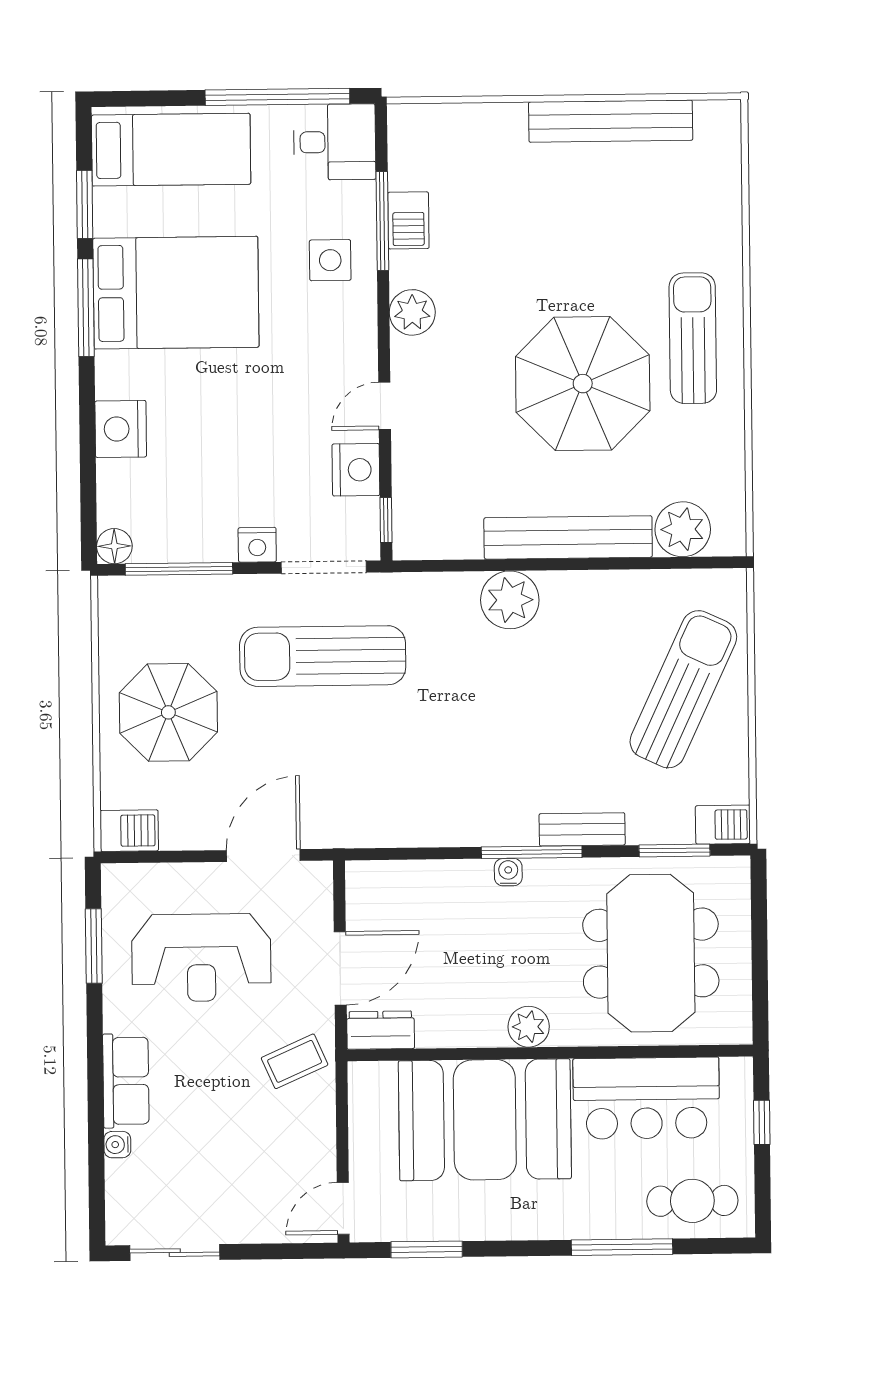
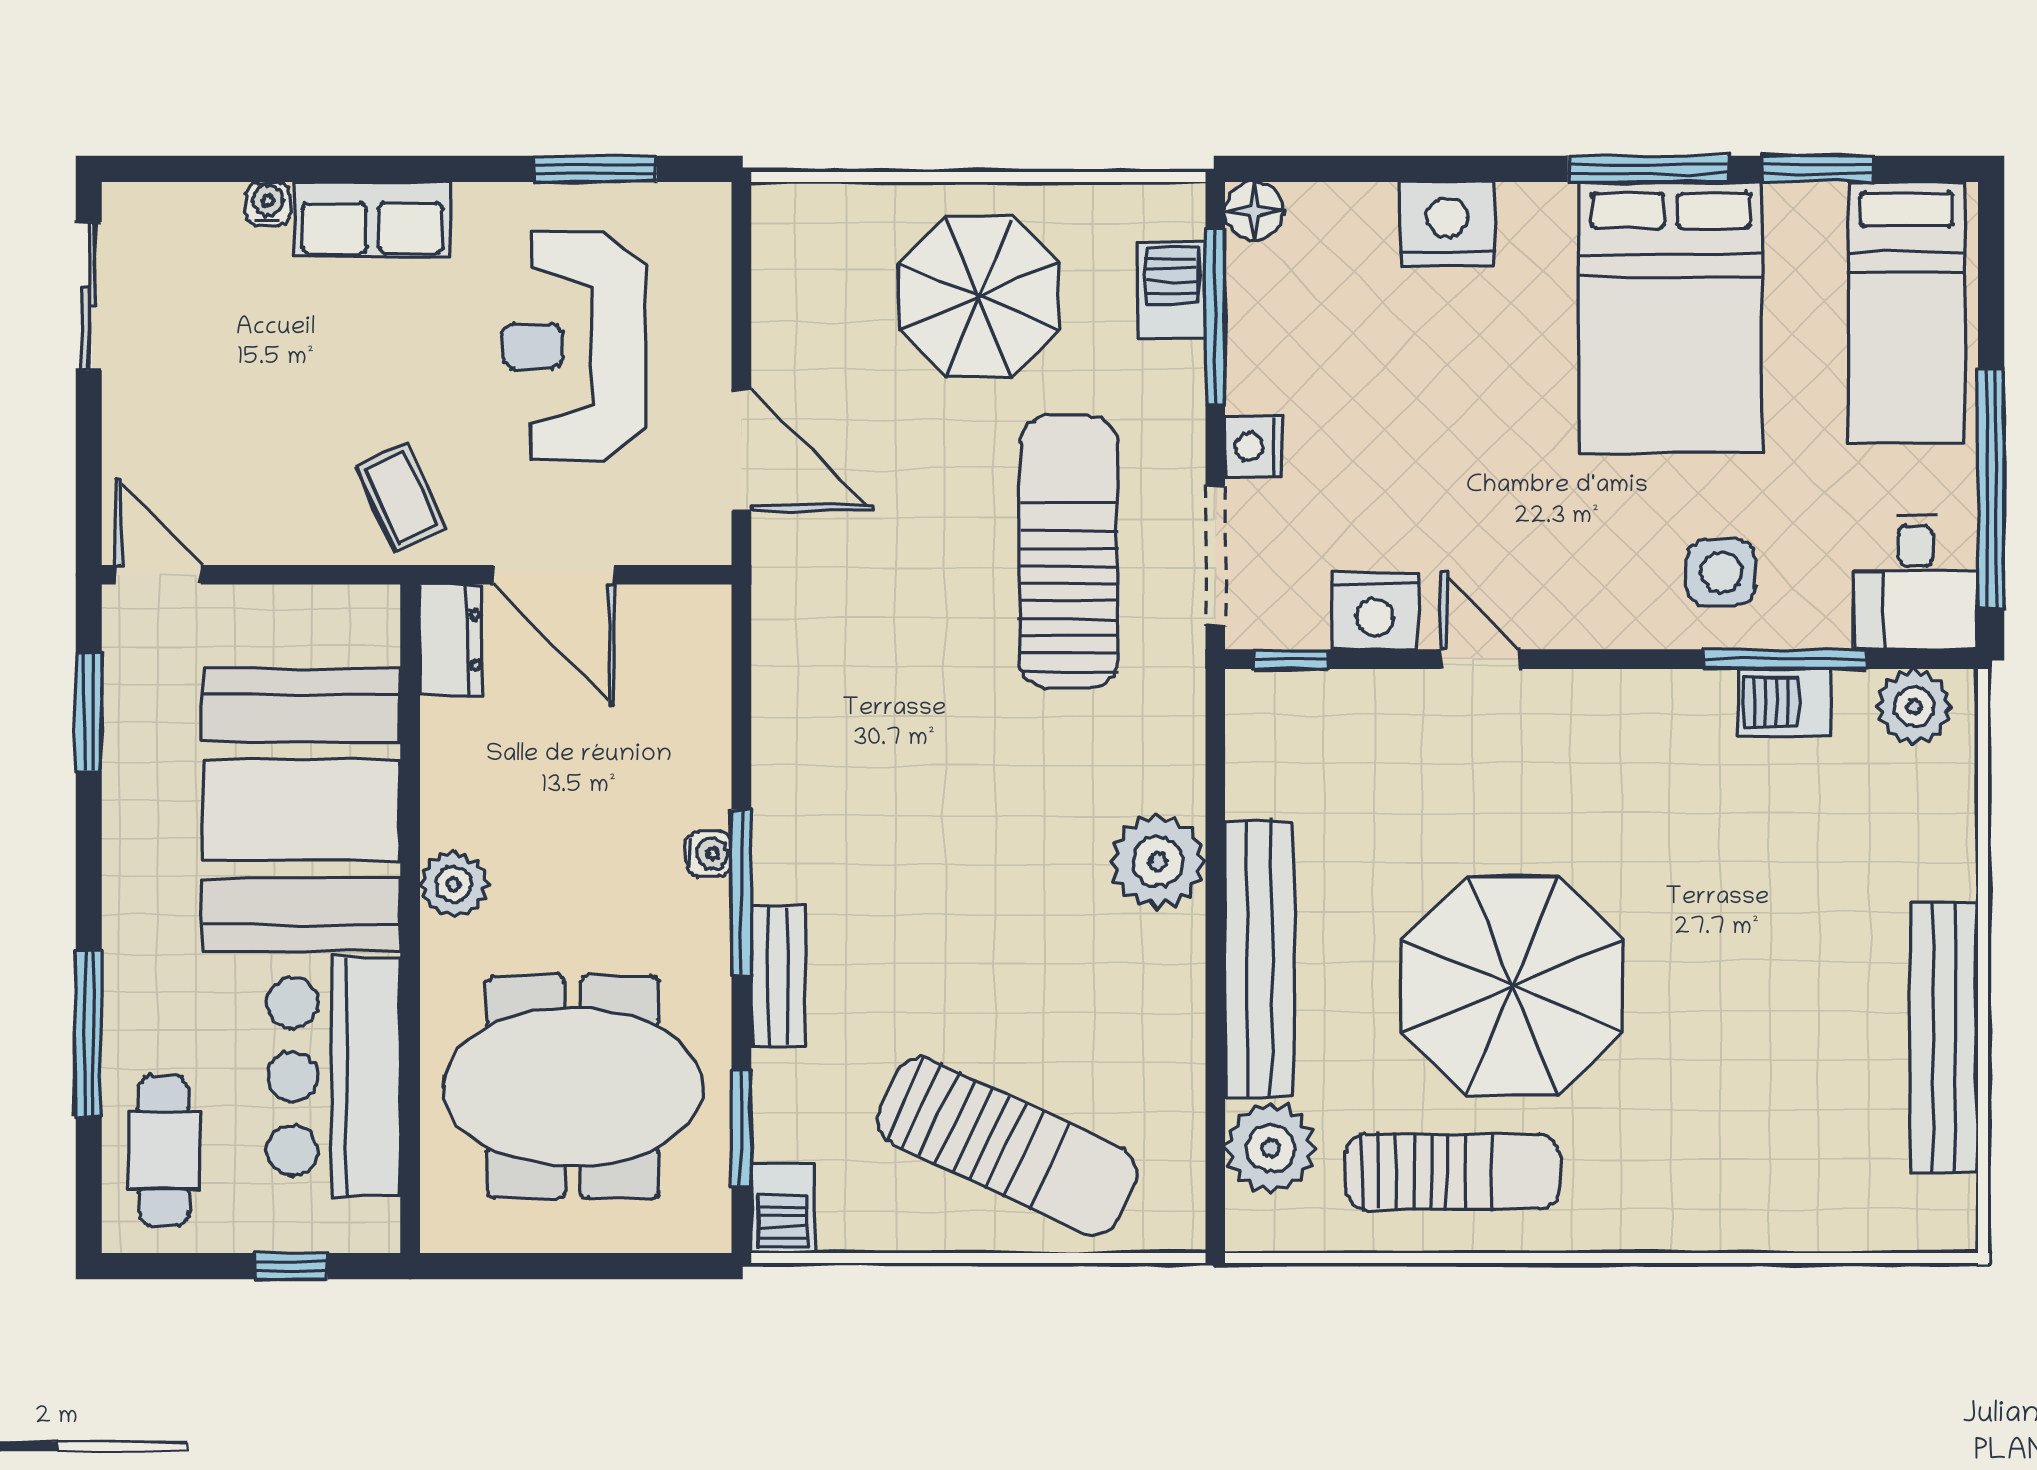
plant: (412, 312) -> (1914, 707), moved
sun lounger: (693, 338) -> (1452, 1172), moved
barbecue: (129, 831) -> (1172, 290), moved, turned 180

